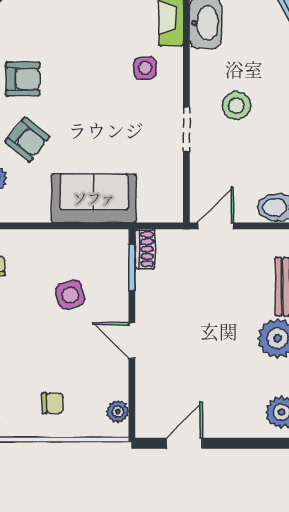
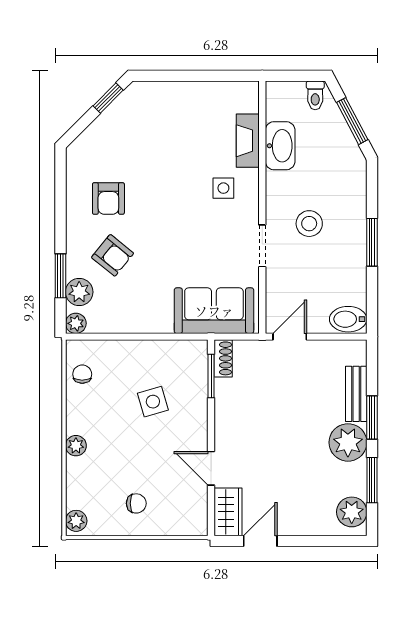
armchair: (23, 79) -> (108, 198), turned 90
sofa: (94, 198) -> (214, 311), moved
door: (132, 341) -> (211, 468), moved
plant: (118, 411) -> (198, 511), removed
wardrobe: (150, 412) -> (228, 512), added

